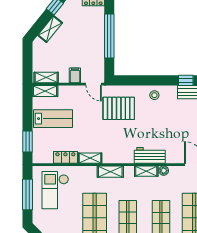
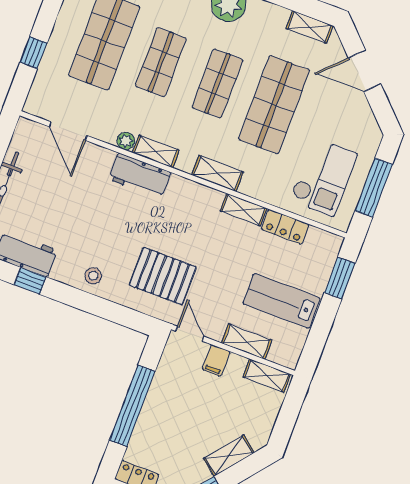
shelving: (45, 91) -> (247, 342), moved

